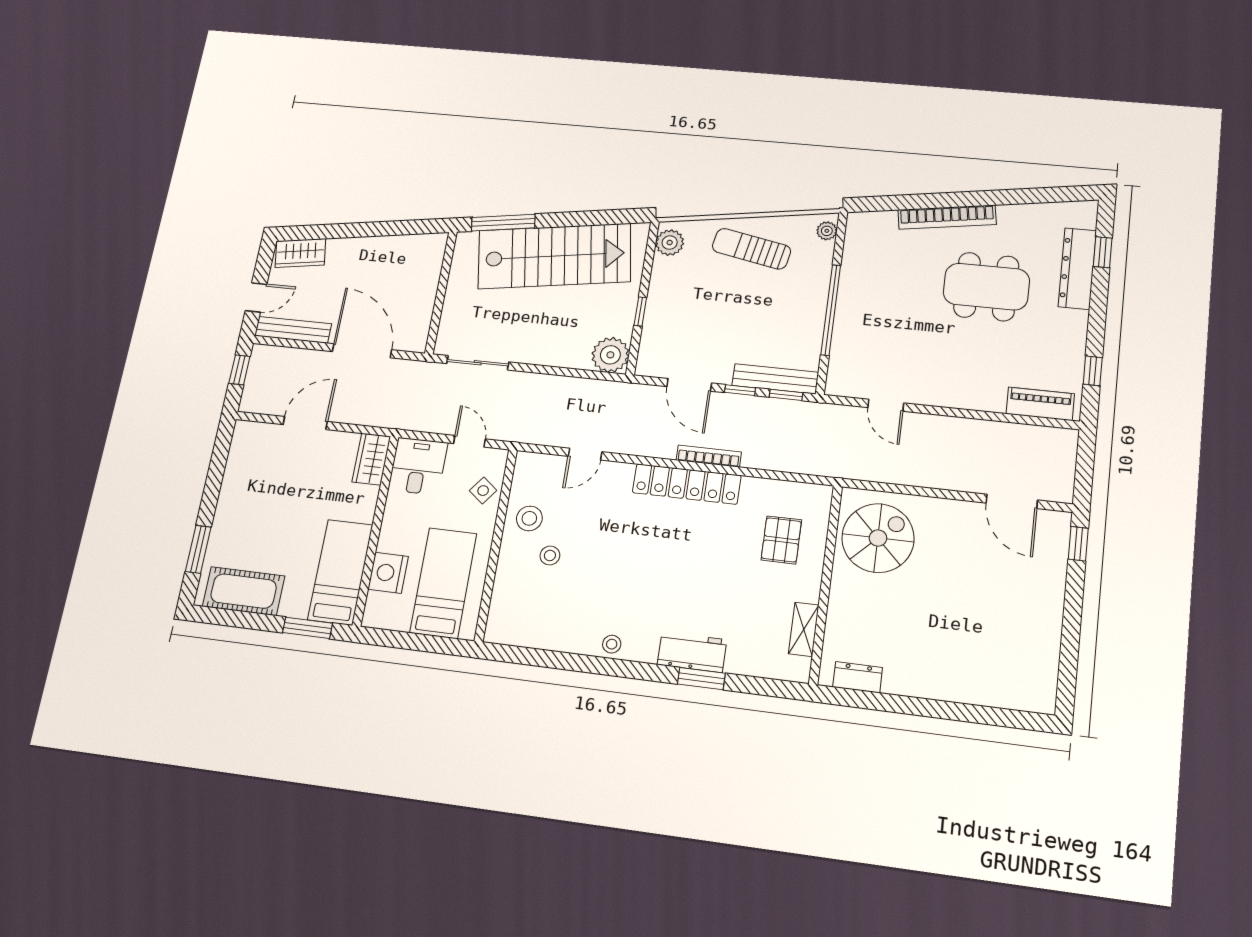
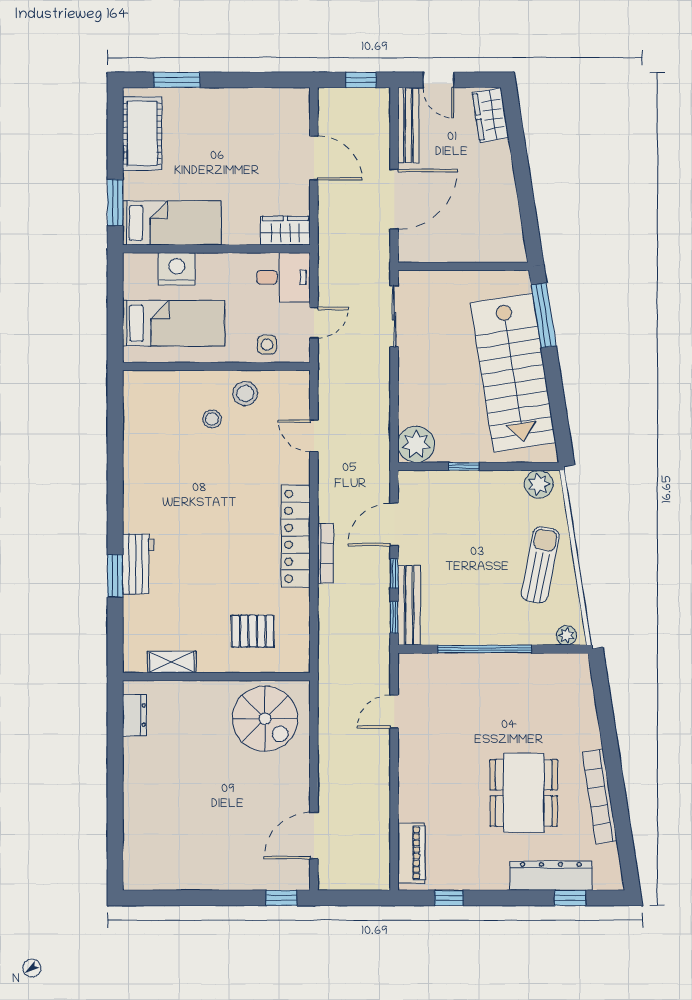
bookcase: (947, 217) -> (600, 796), moved
side table: (483, 491) -> (267, 345), turned -38
stool: (612, 644) -> (136, 490), removed

